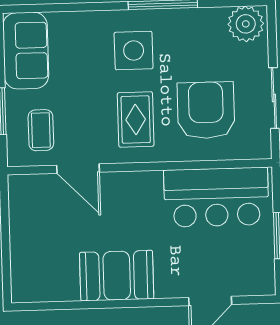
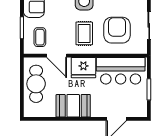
fridge: (136, 193) -> (83, 68), added
cafe table: (36, 231) -> (36, 84), added

